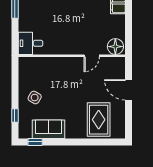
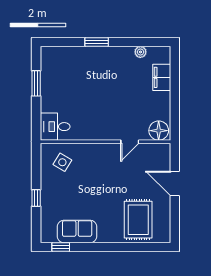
side table: (35, 97) -> (62, 162), moved
window: (15, 115) -> (36, 198), moved

